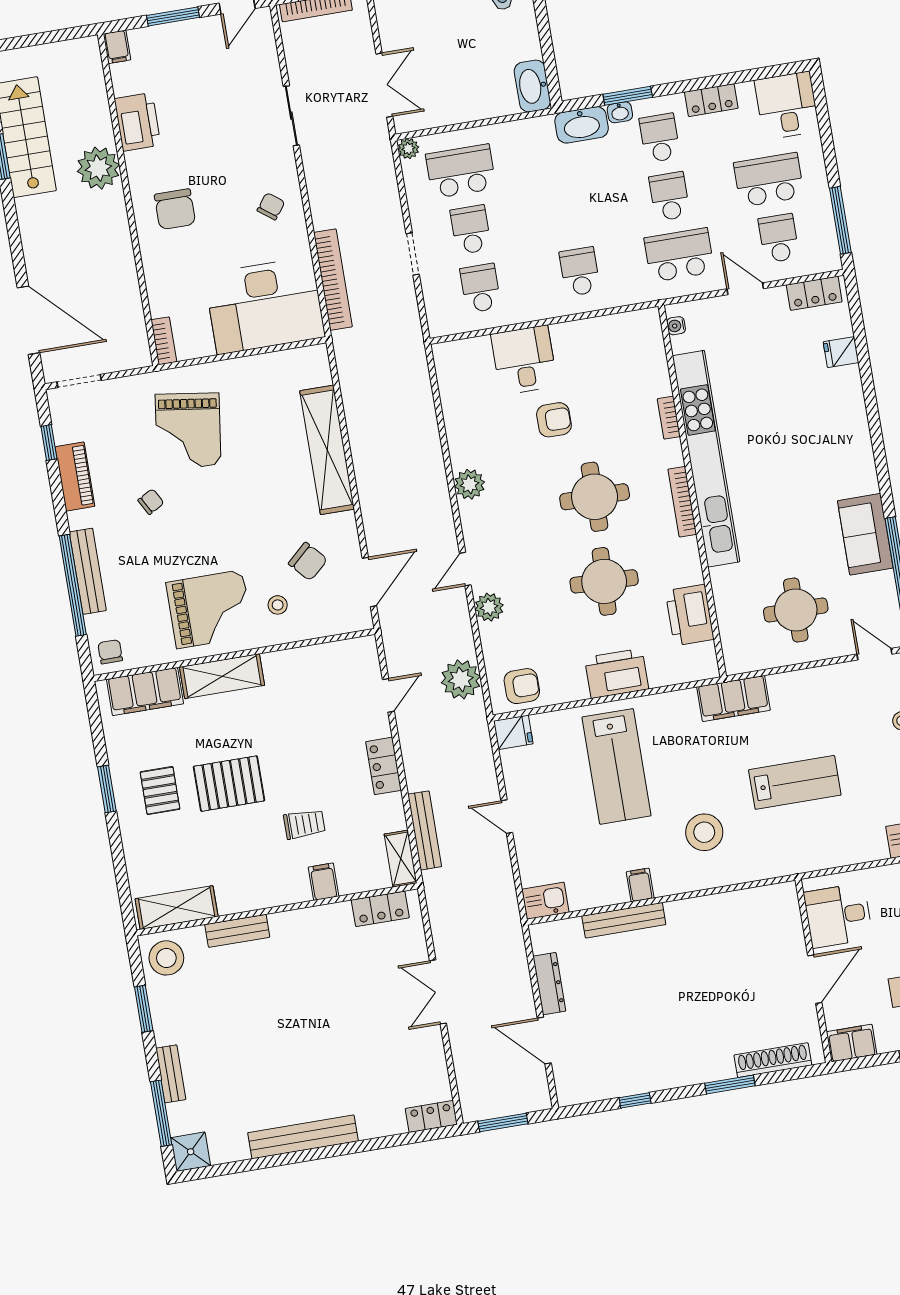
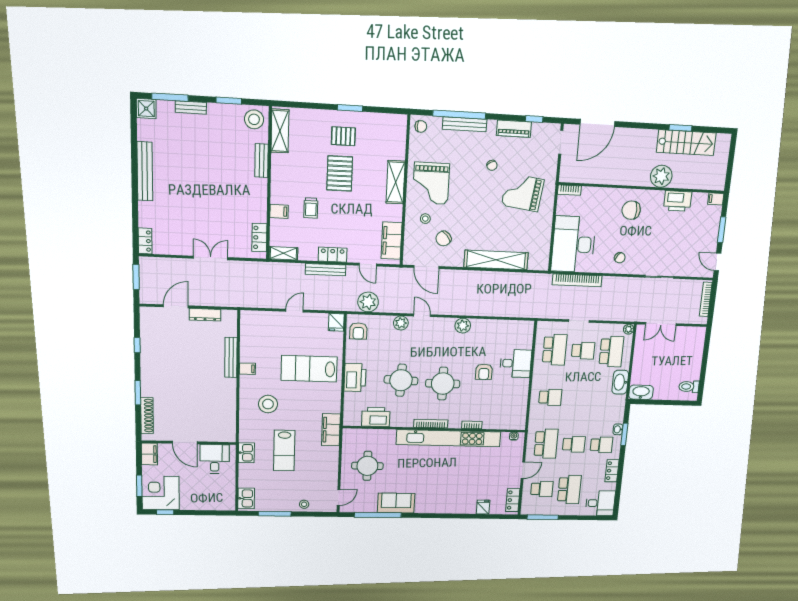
washbasin: (582, 125) -> (620, 382), moved
school desk: (480, 288) -> (555, 350), width x1.85
filing cabinet: (145, 692) -> (391, 241), moved
bench: (425, 830) -> (326, 270), moved
kitchen sink: (546, 901) -> (246, 453), moved

